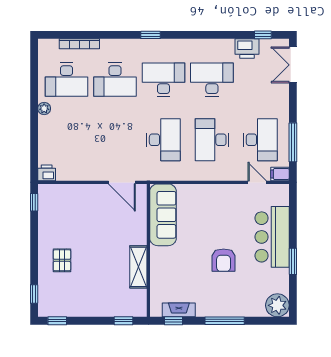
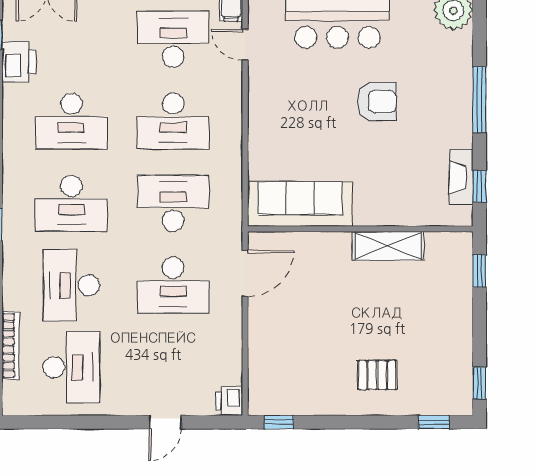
desk: (115, 80) -> (71, 285), turned 180
desk: (163, 80) -> (71, 203), turned -90
desk: (212, 80) -> (71, 121), turned -90
plant: (44, 108) -> (120, 405), removed
door: (34, 135) -> (165, 422), added
desk: (115, 140) -> (173, 285), added
door: (257, 182) -> (245, 45), hinge flipped

